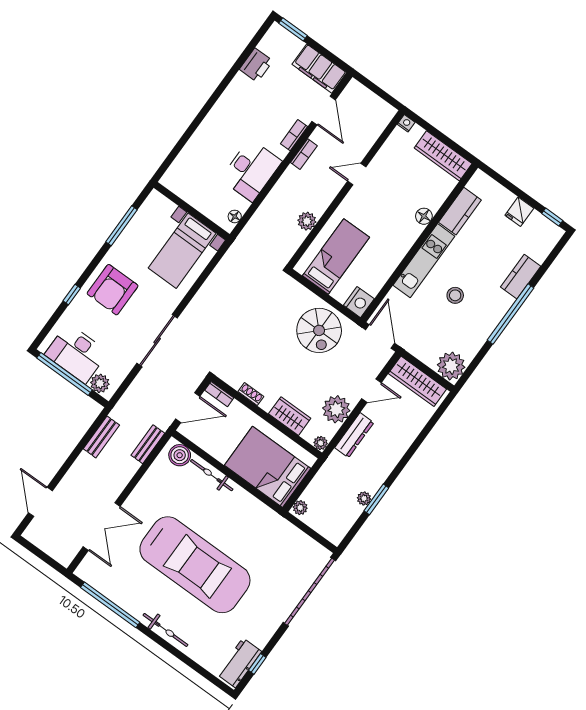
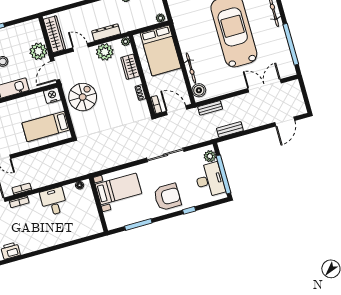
desk: (251, 170) -> (54, 201), width x0.73
plant: (307, 221) -> (46, 155), removed
plant: (451, 366) -> (38, 51), moved

